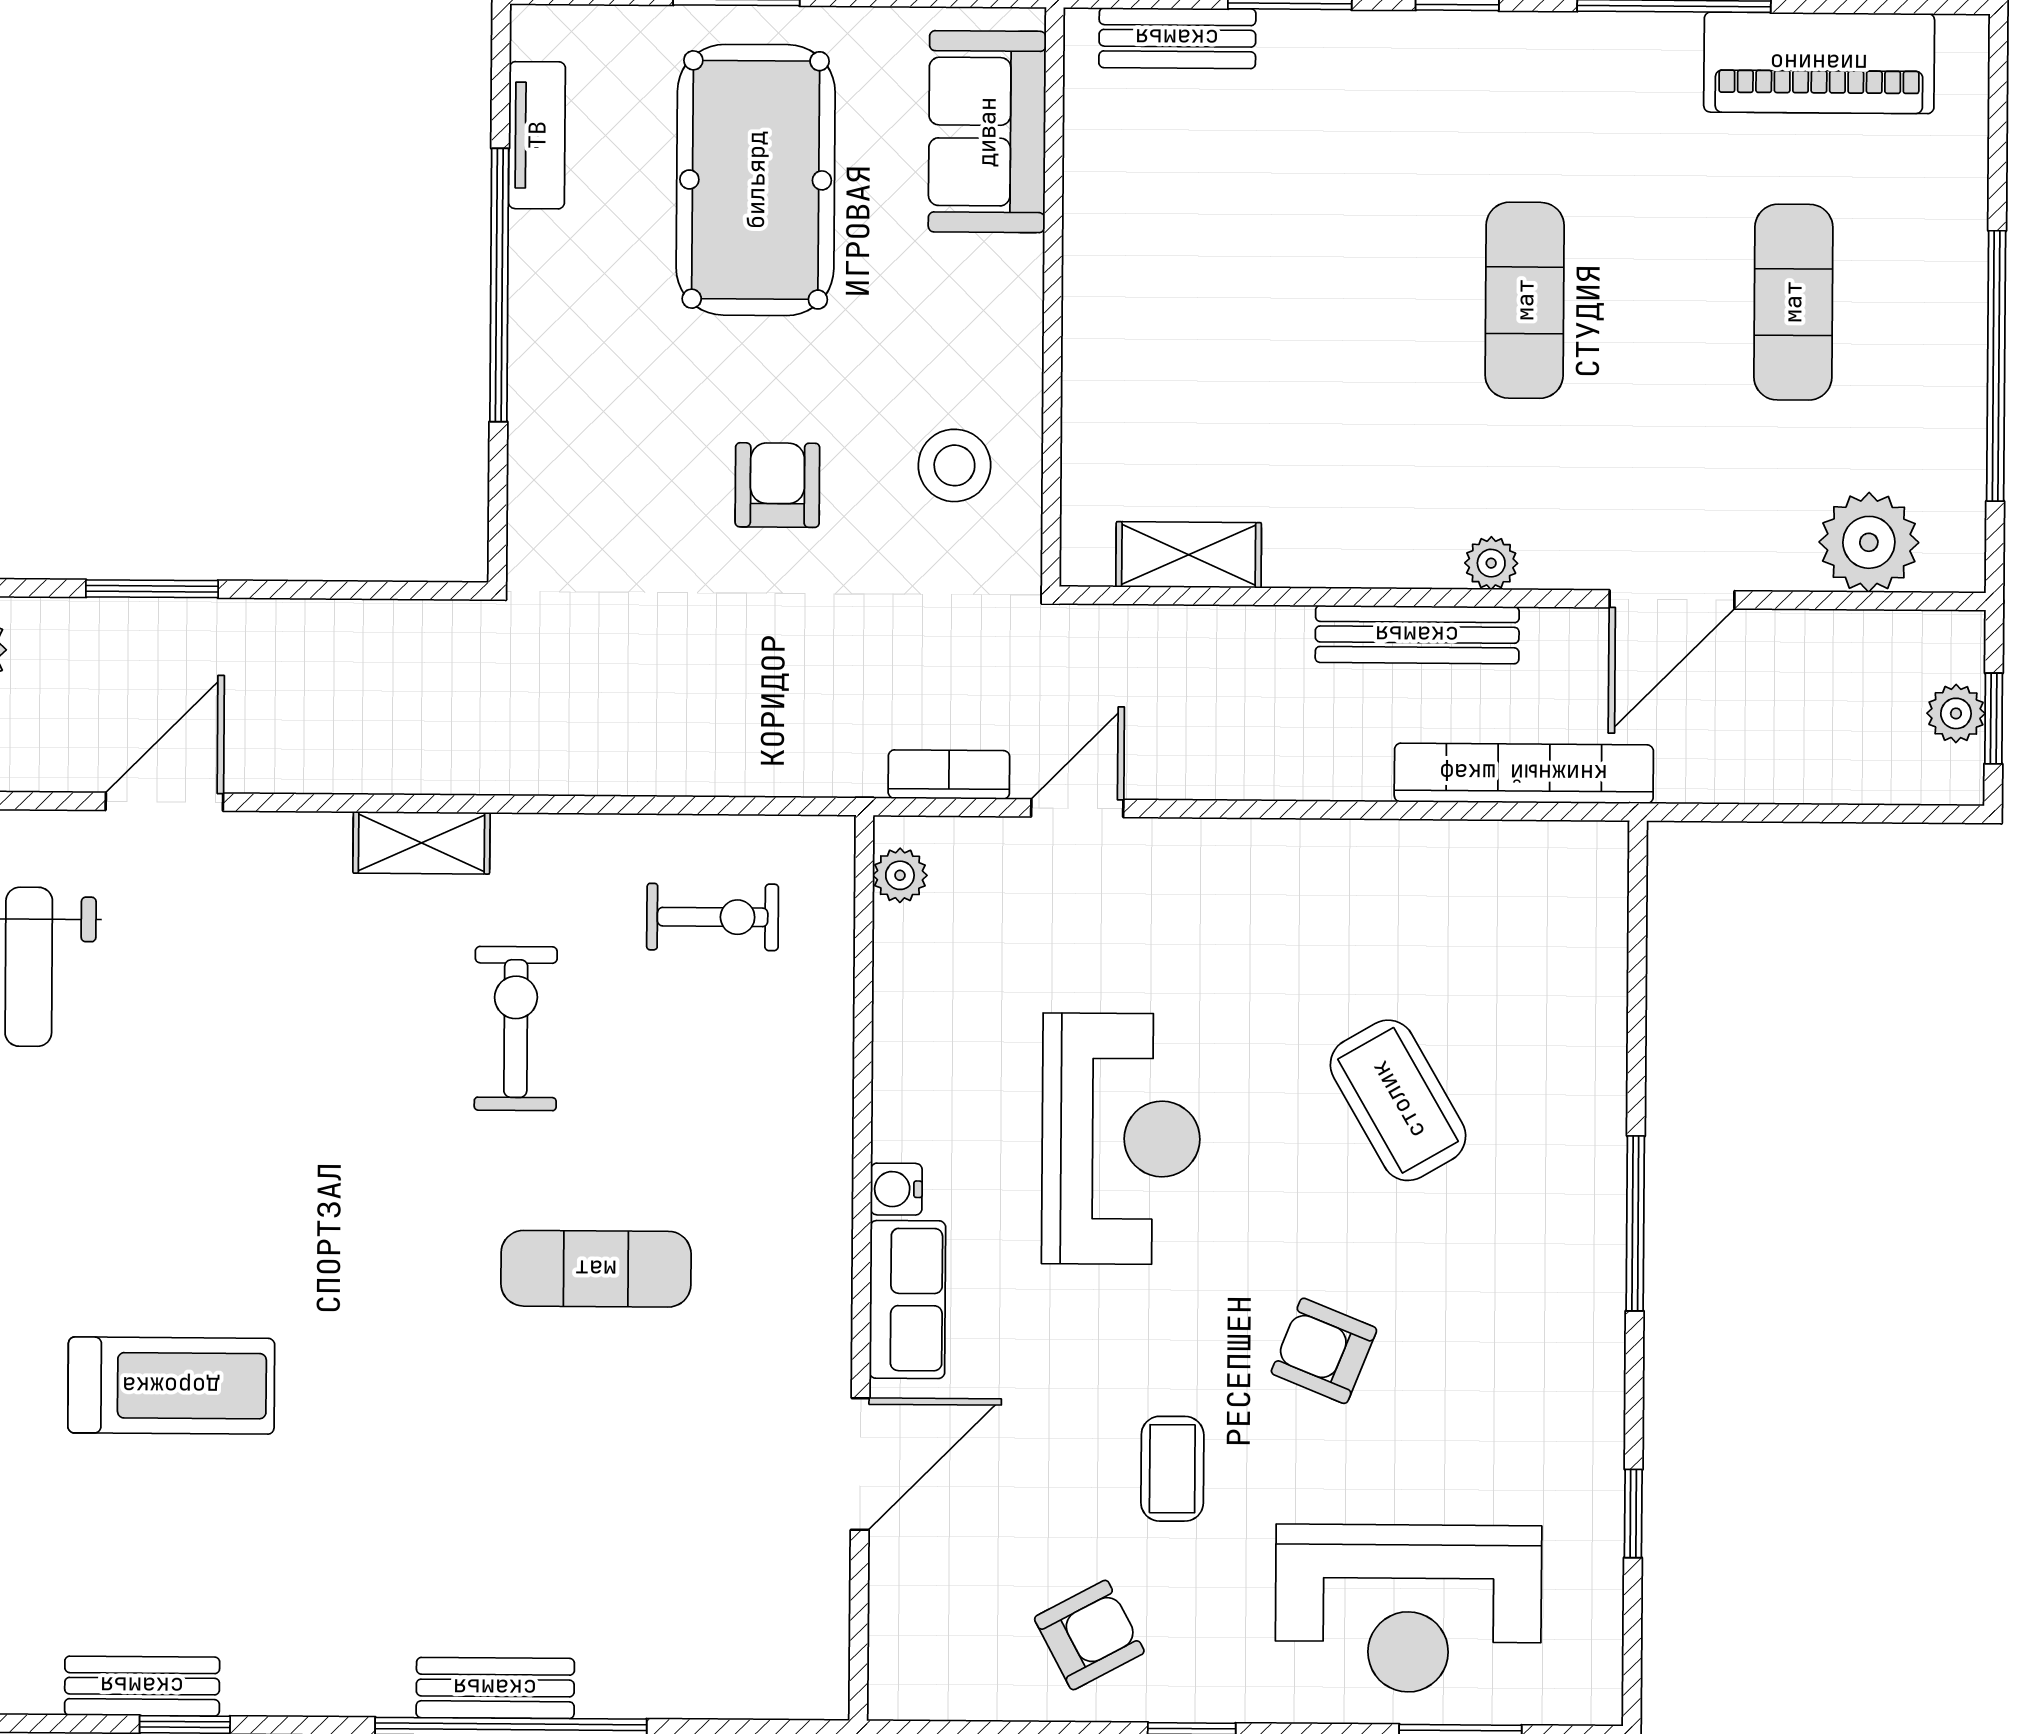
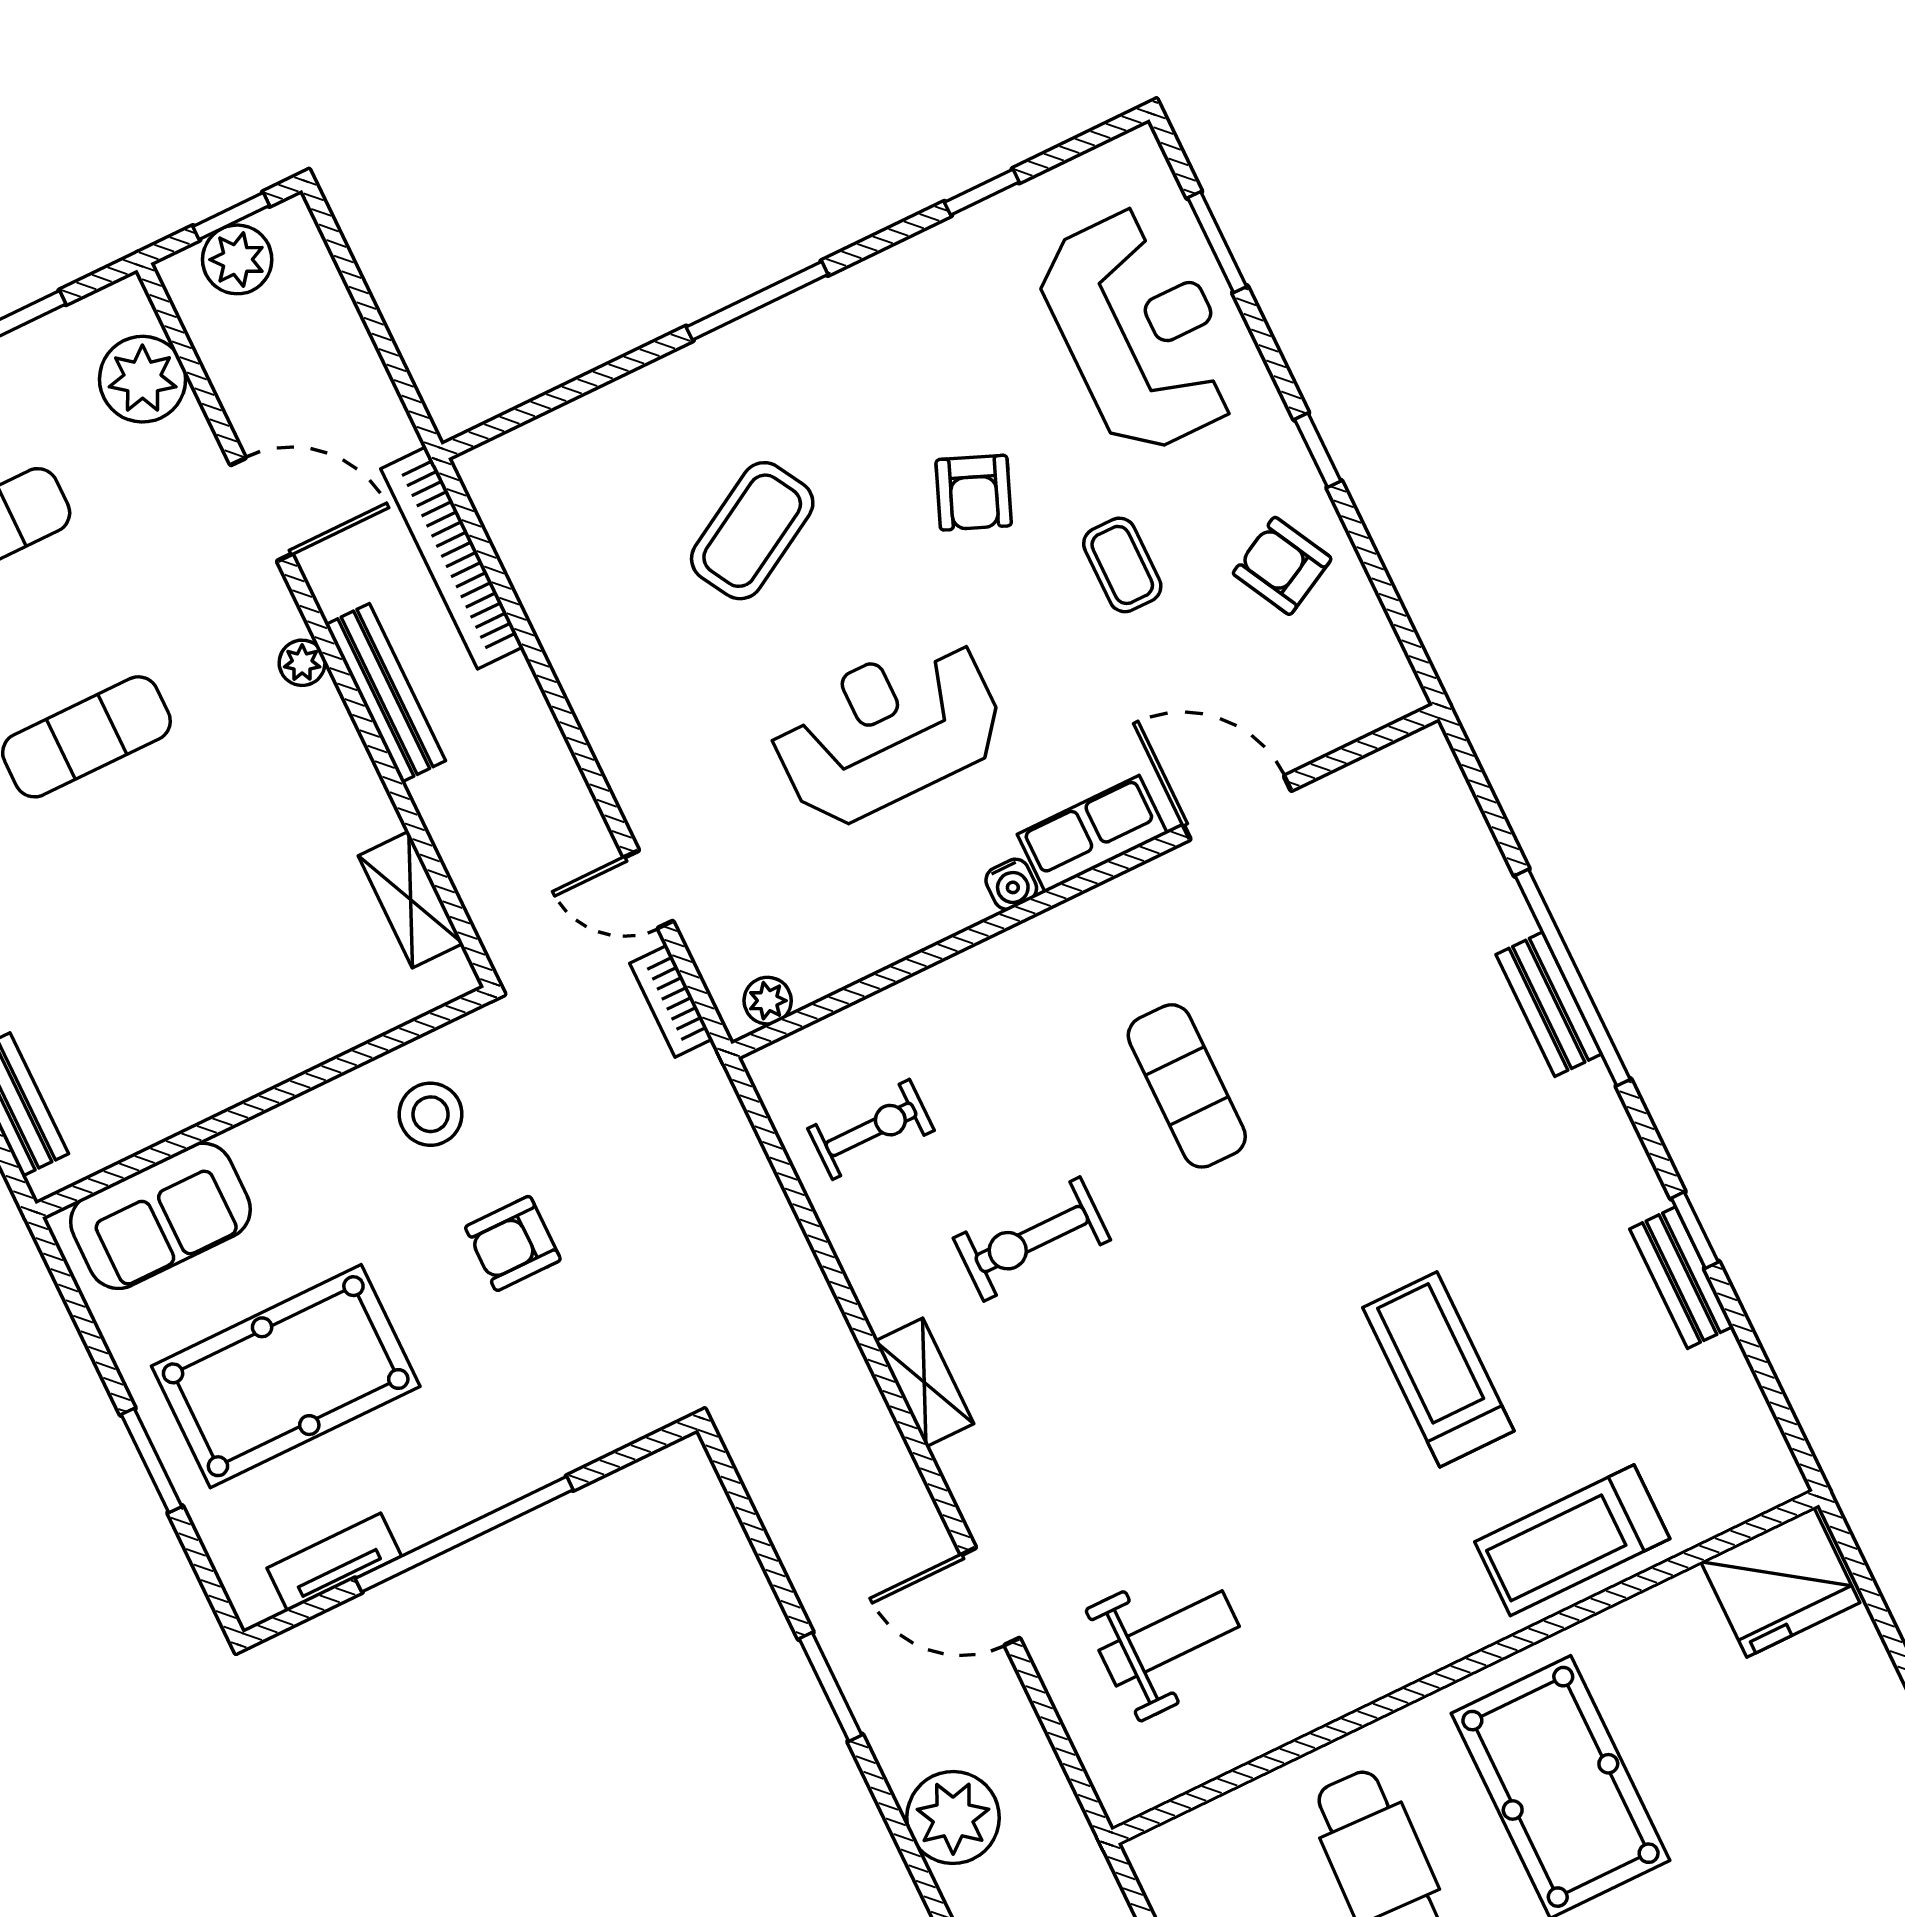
plant: (1956, 713) -> (237, 259), width x1.38, depth x1.38
exercise bike: (713, 917) -> (871, 1129), turned 90
coffee table: (1172, 1469) -> (1122, 565), turned 90

